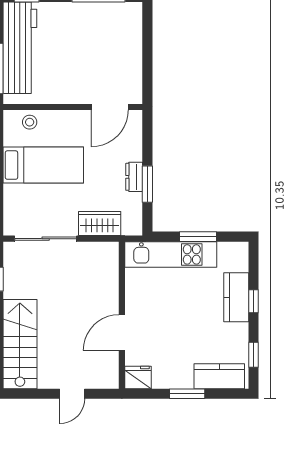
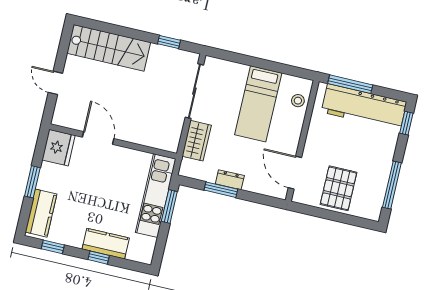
pallet: (116, 55) -> (339, 188), added
window: (198, 237) -> (169, 206), moved
fridge: (138, 378) -> (59, 148), width x1.36, depth x1.34

